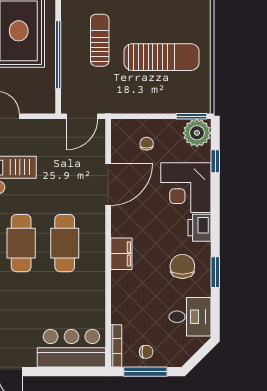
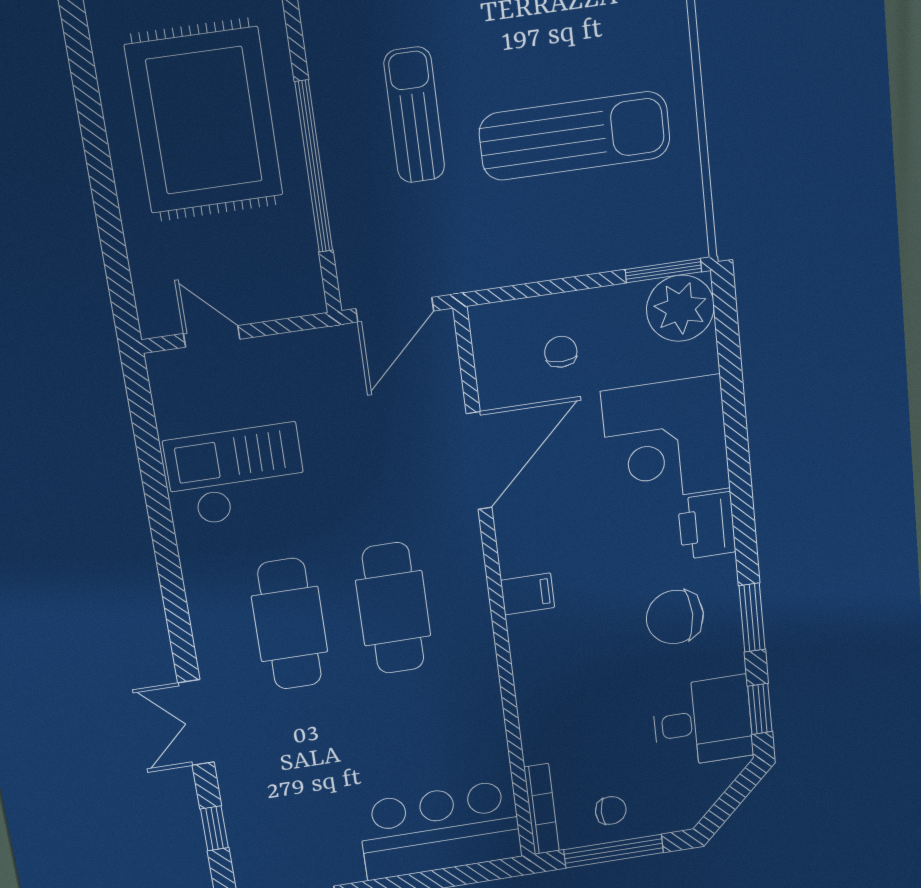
window: (215, 161) -> (760, 709), moved
filing cabinet: (121, 254) -> (528, 594), width x0.50
chair: (182, 266) -> (675, 617), turned -90

